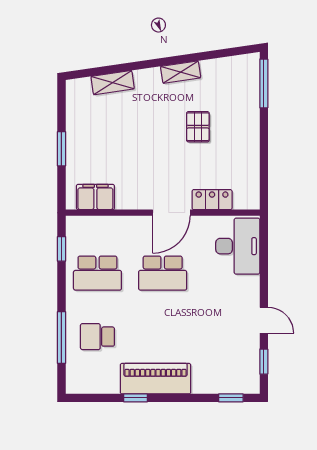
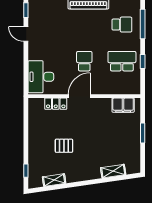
shelving: (181, 72) -> (54, 180), moved
window: (264, 83) -> (26, 171), width x0.46
pallet: (198, 127) -> (64, 146), turned 90
window: (61, 249) -> (143, 62), moved
school desk: (163, 273) -> (84, 61), width x0.54

